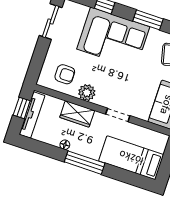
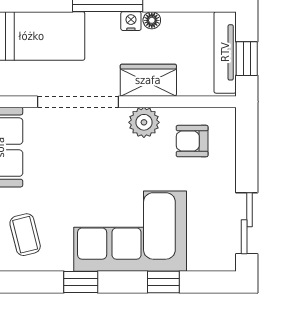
window: (148, 20) -> (81, 282), width x0.67
doorway: (118, 115) -> (78, 102), width x1.87
nightstand: (76, 148) -> (131, 21), added

